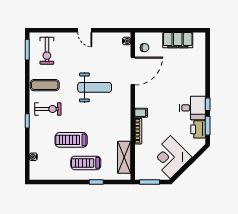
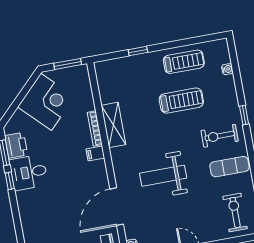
shelving: (124, 157) -> (113, 125), moved
treadmill: (86, 163) -> (184, 62), moved

